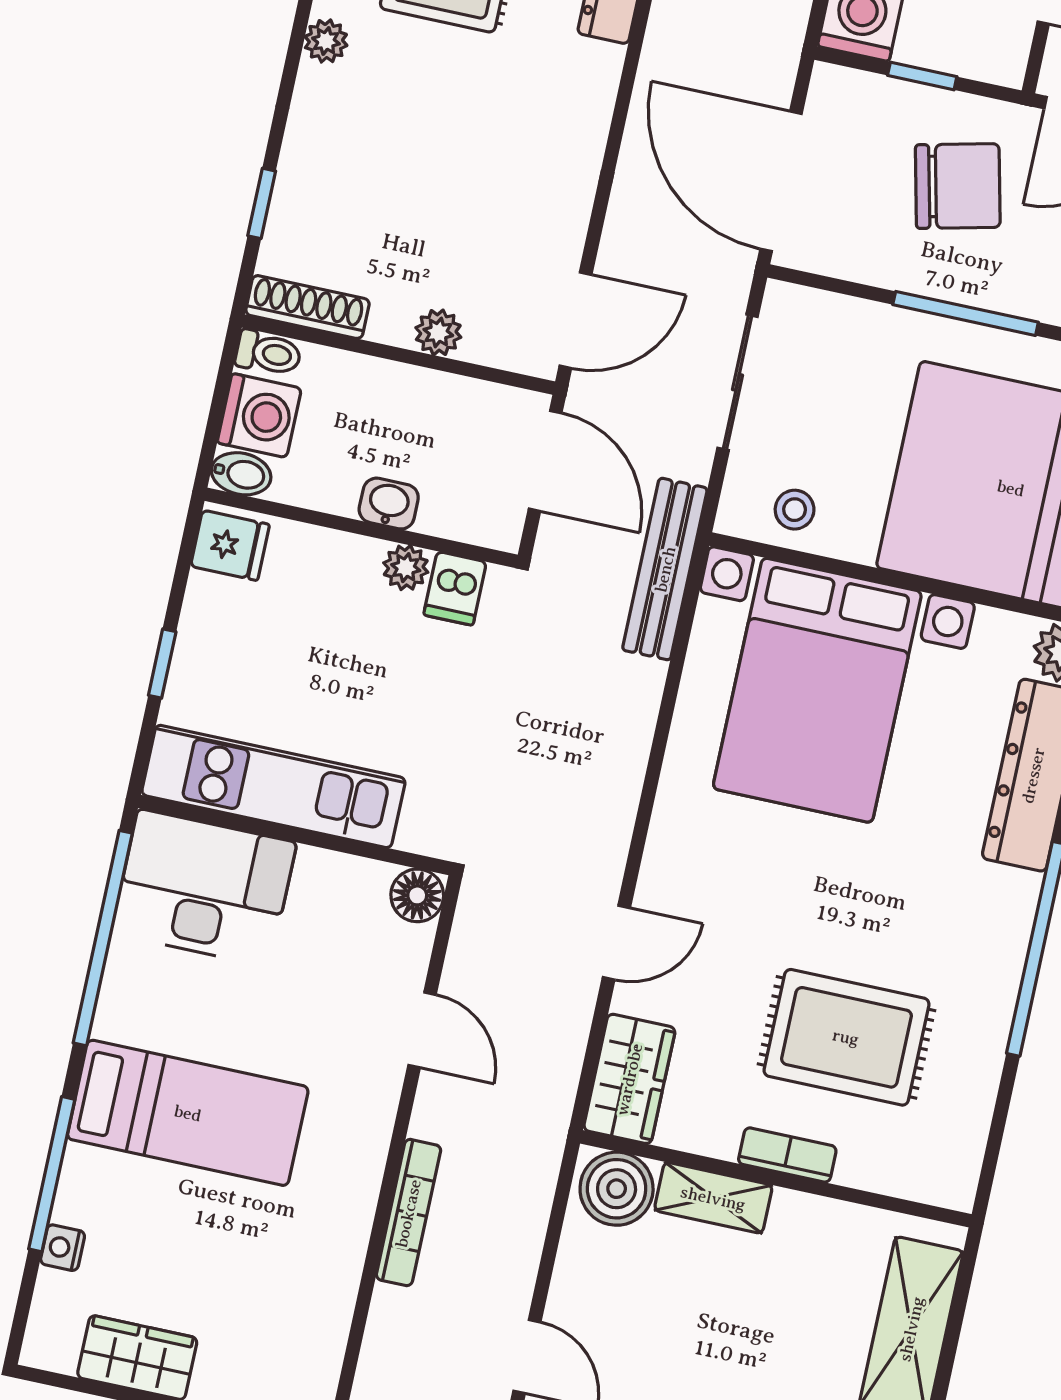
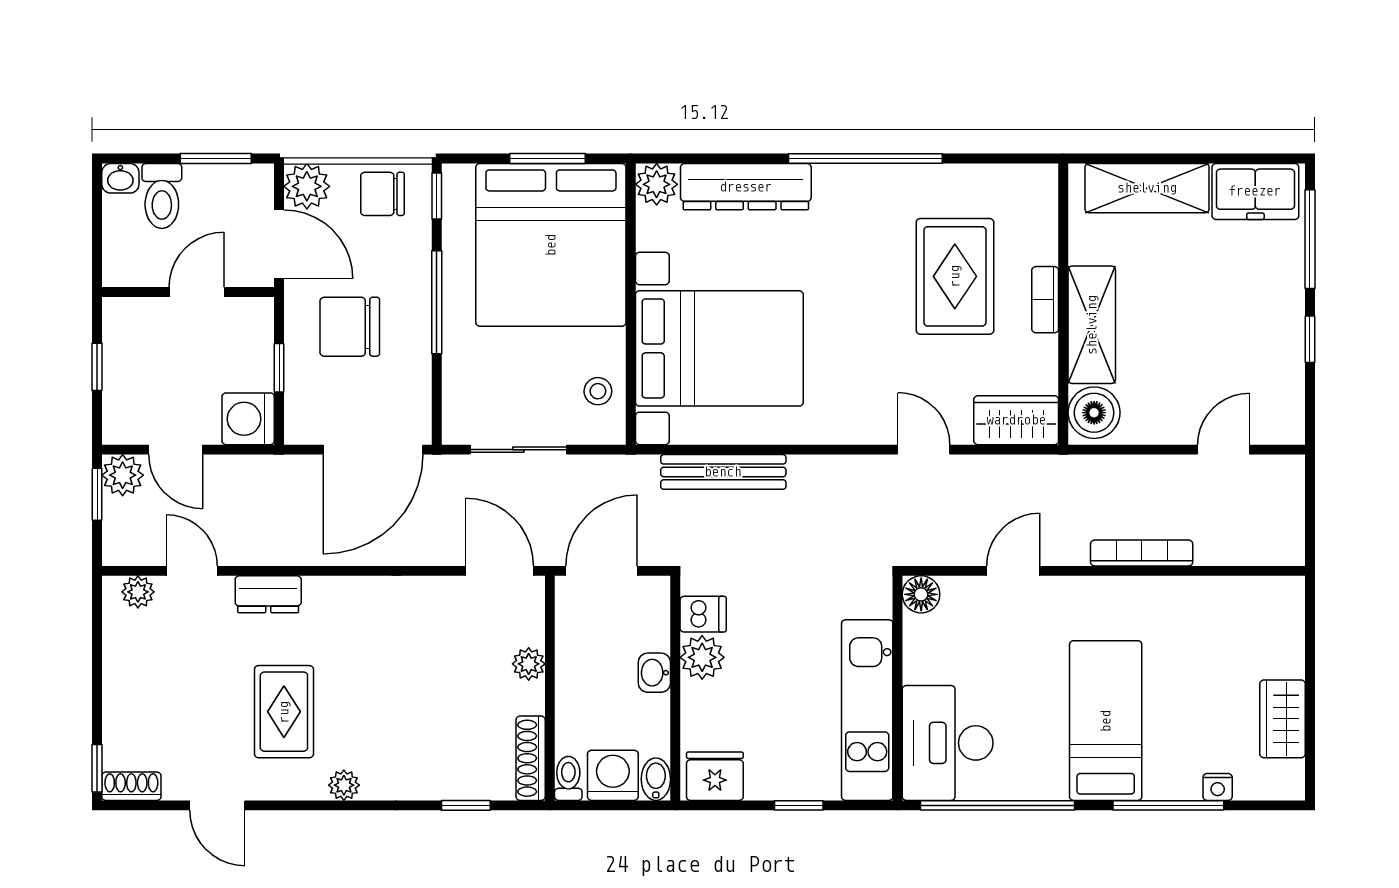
chair: (958, 186) -> (350, 327), turned -77
fridge: (230, 545) -> (715, 776), width x1.38
plant: (406, 568) -> (702, 657), width x1.38, depth x1.38
bench: (665, 569) -> (723, 472), moved
shelving: (713, 1198) -> (1092, 325), width x1.50, depth x1.33

